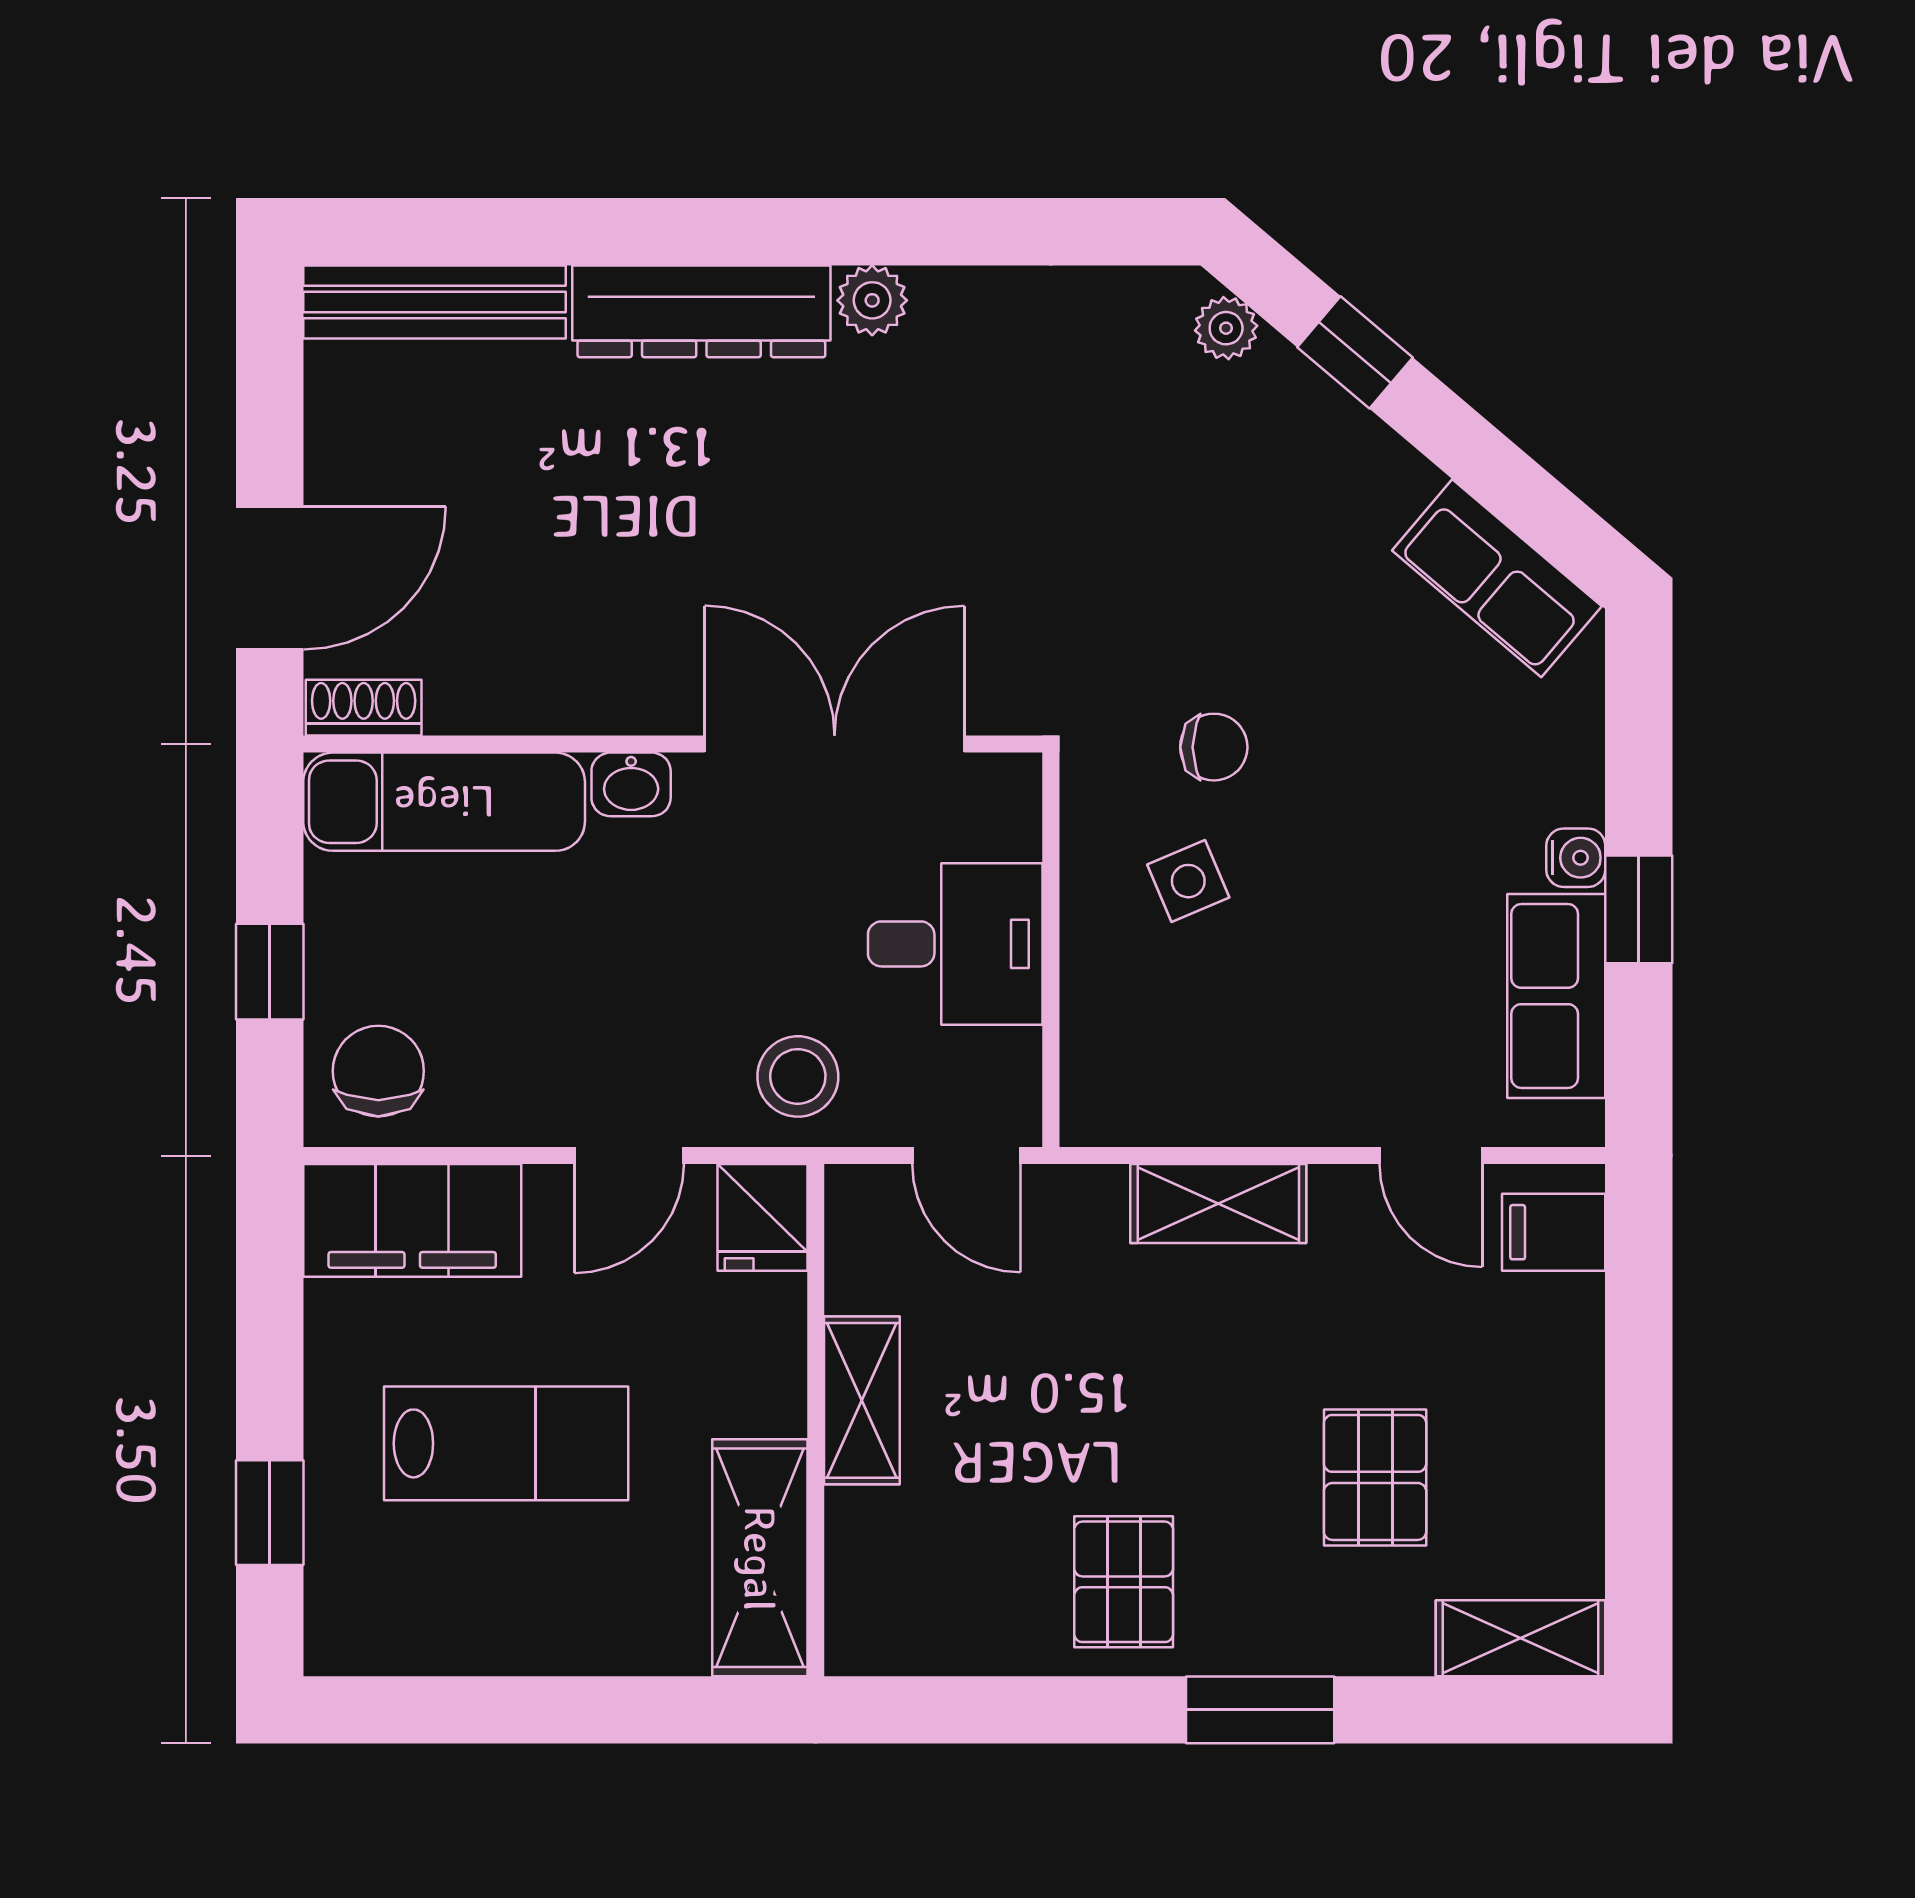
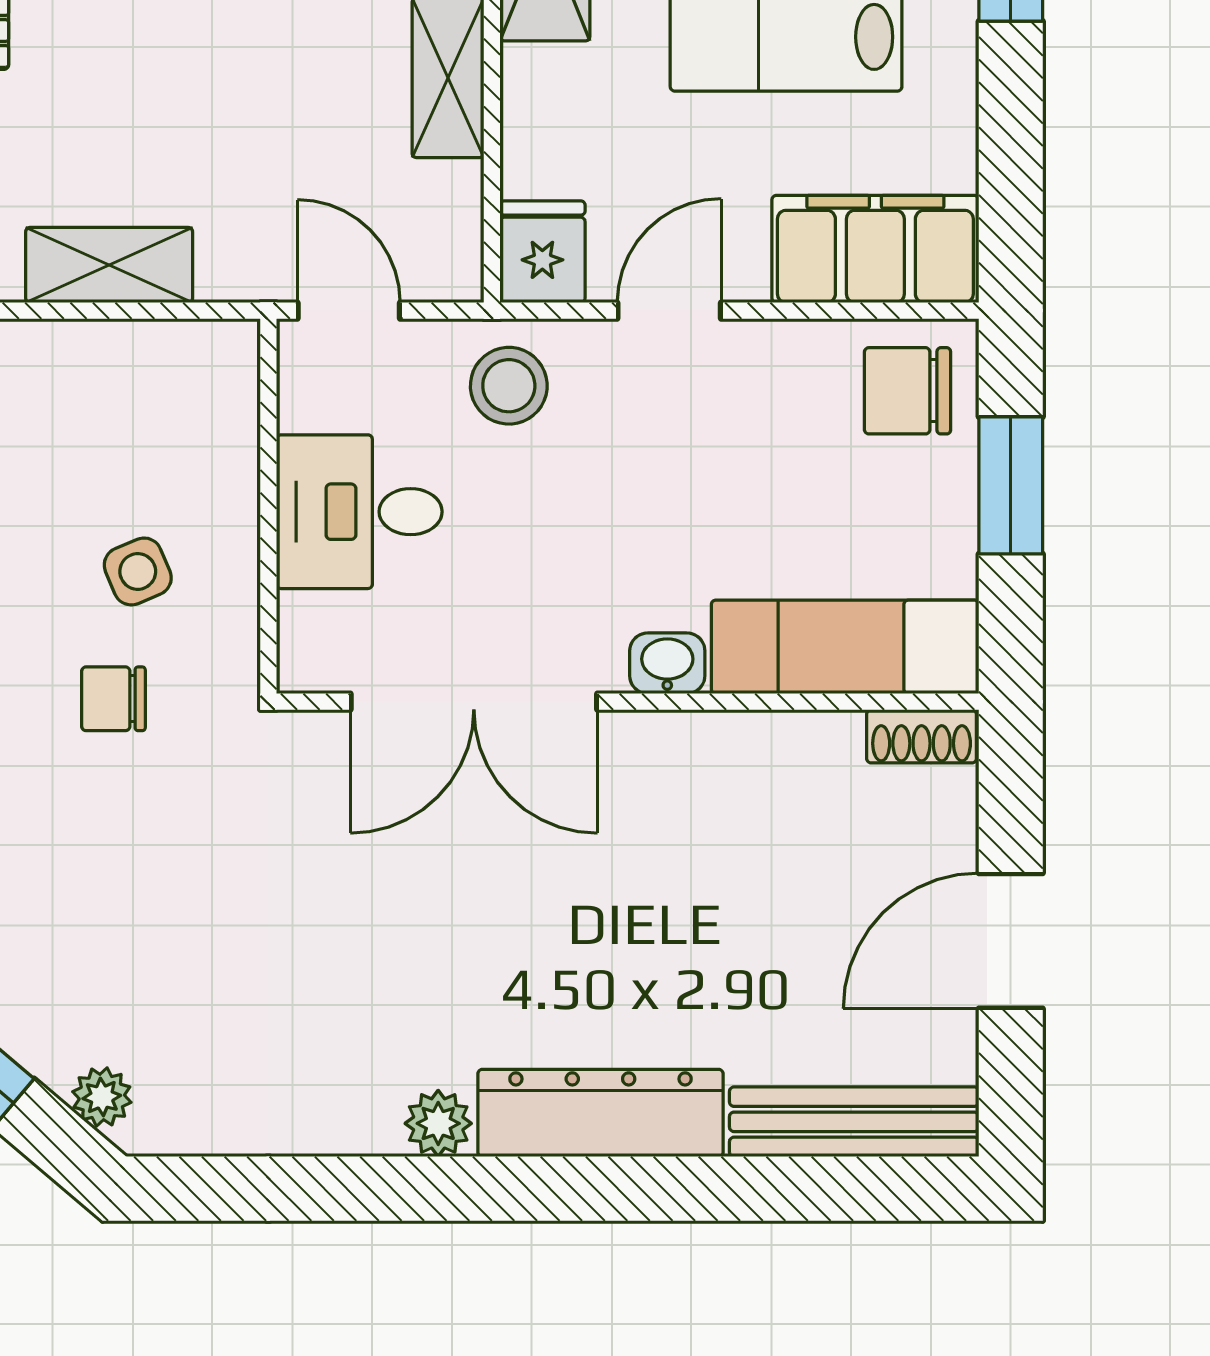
door: (270, 578) -> (1011, 941), moved
window: (270, 972) -> (1011, 485), width x1.50
chair: (378, 1071) -> (908, 391), turned 90

